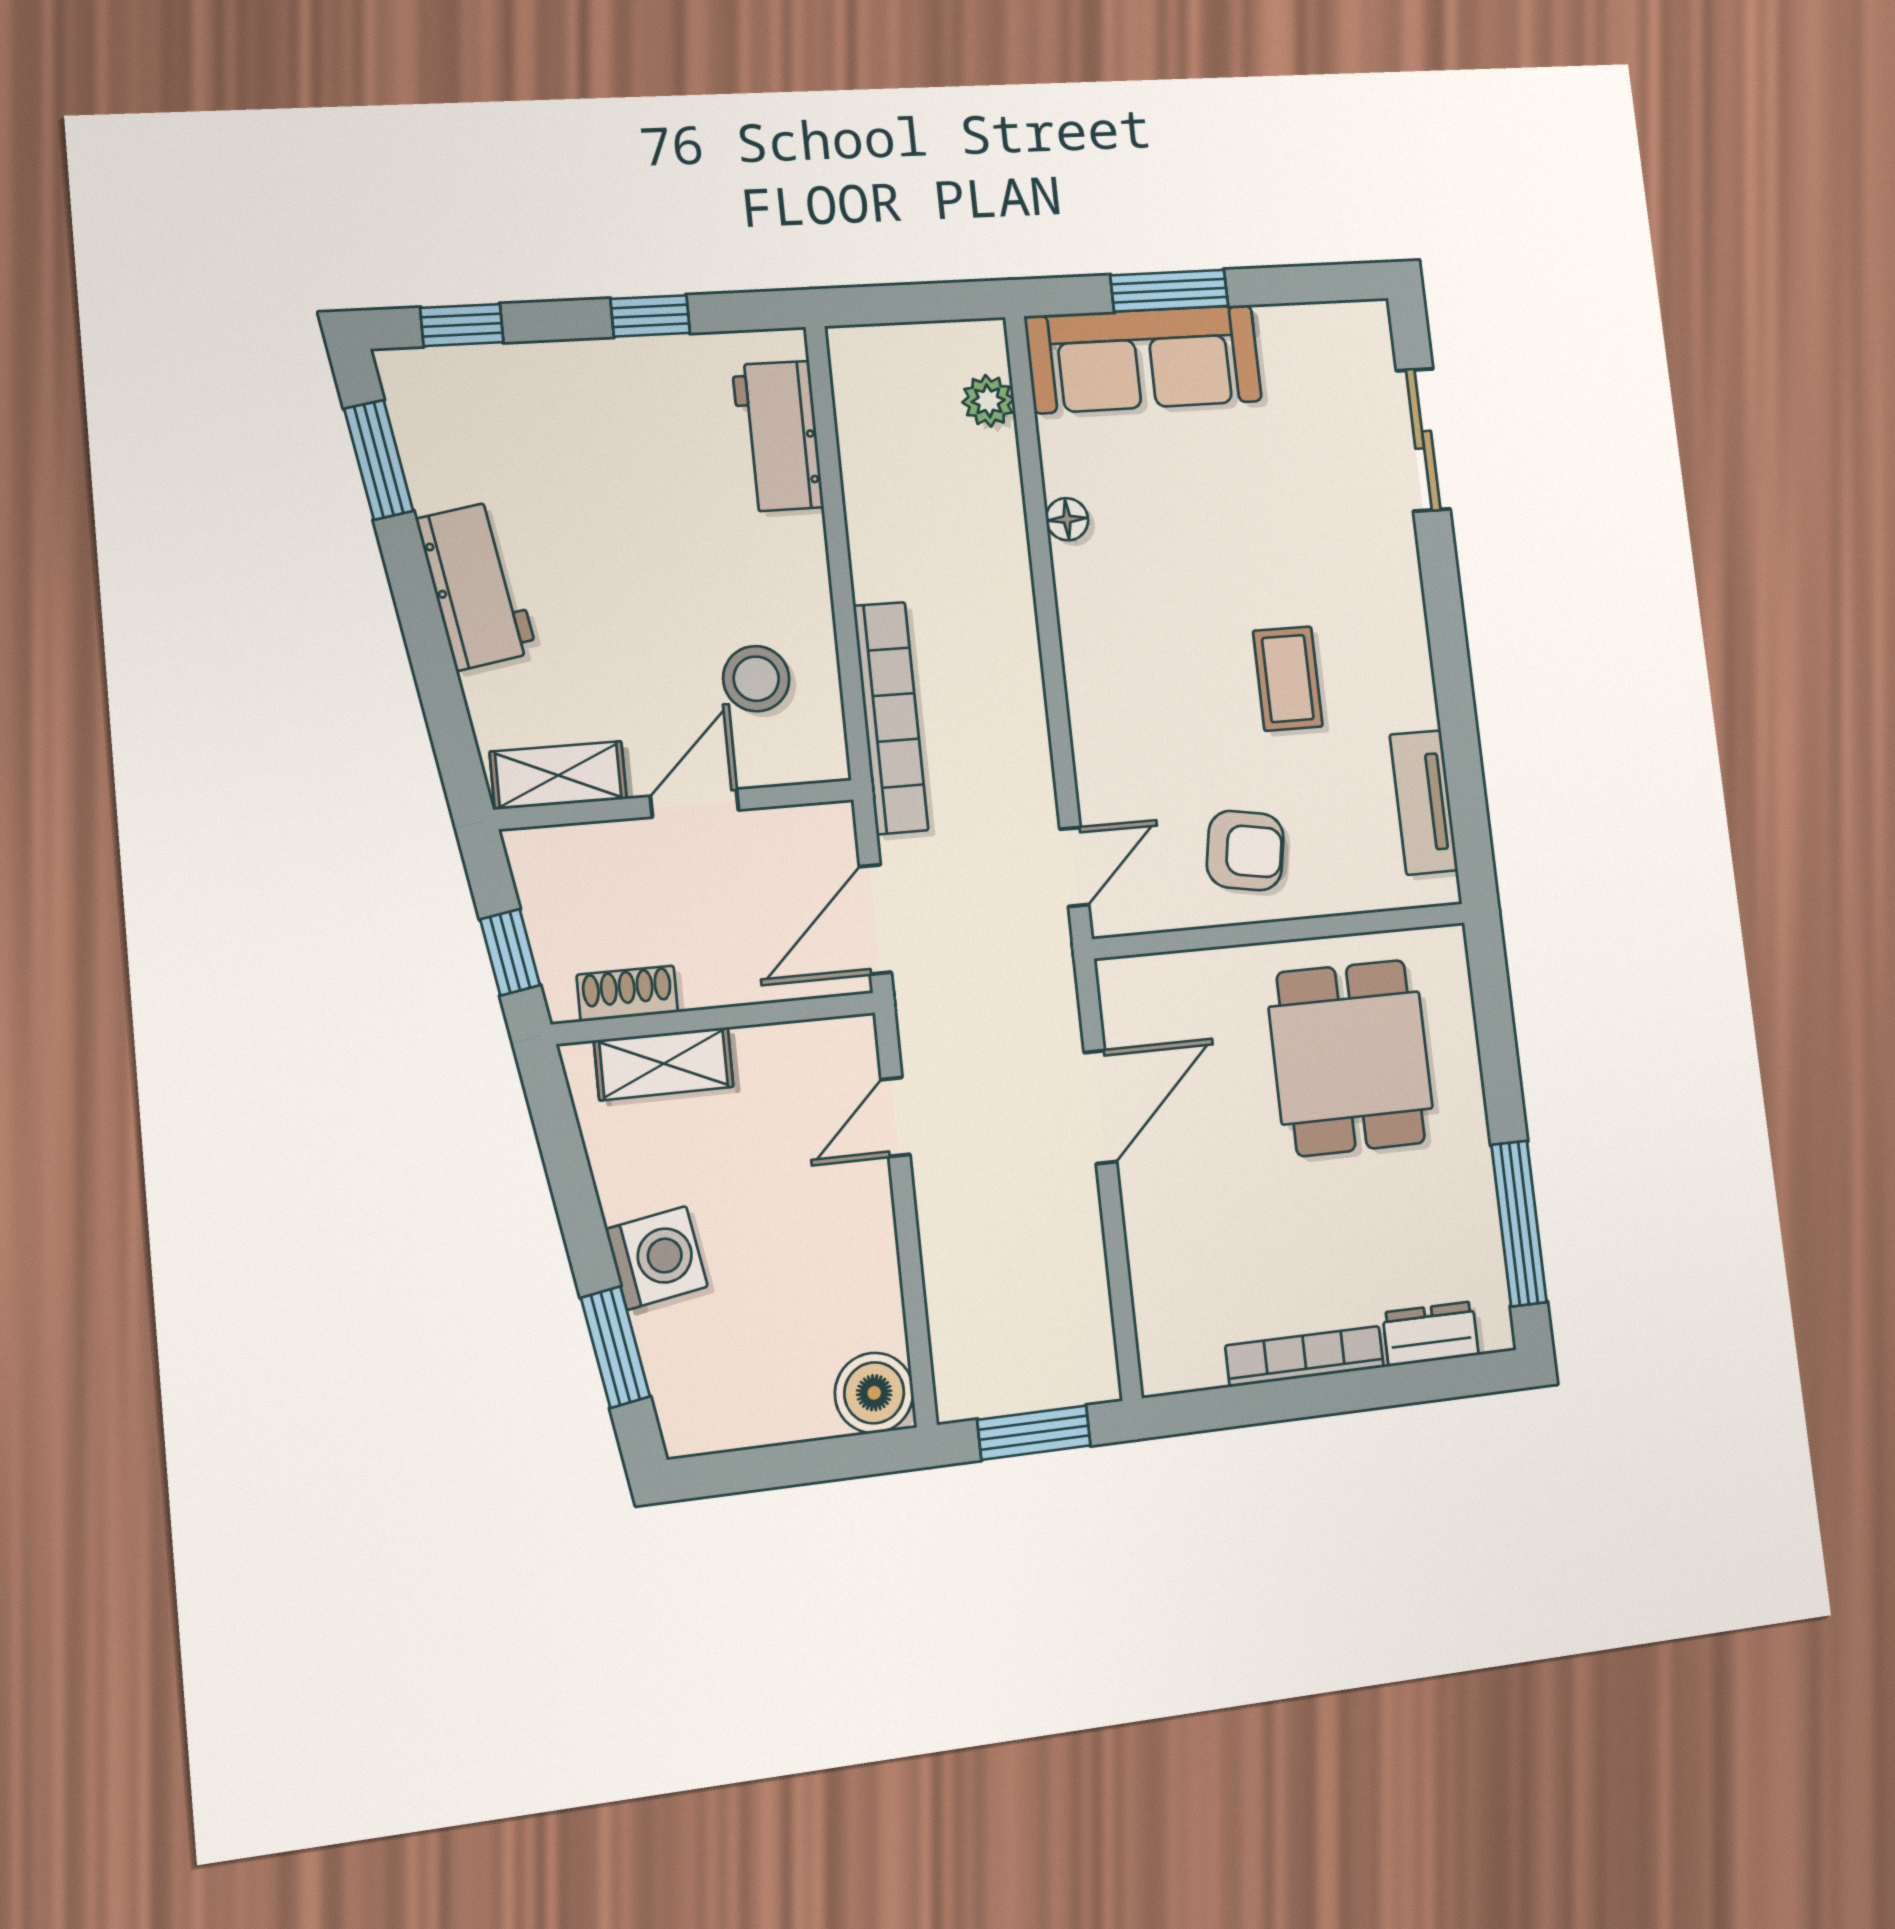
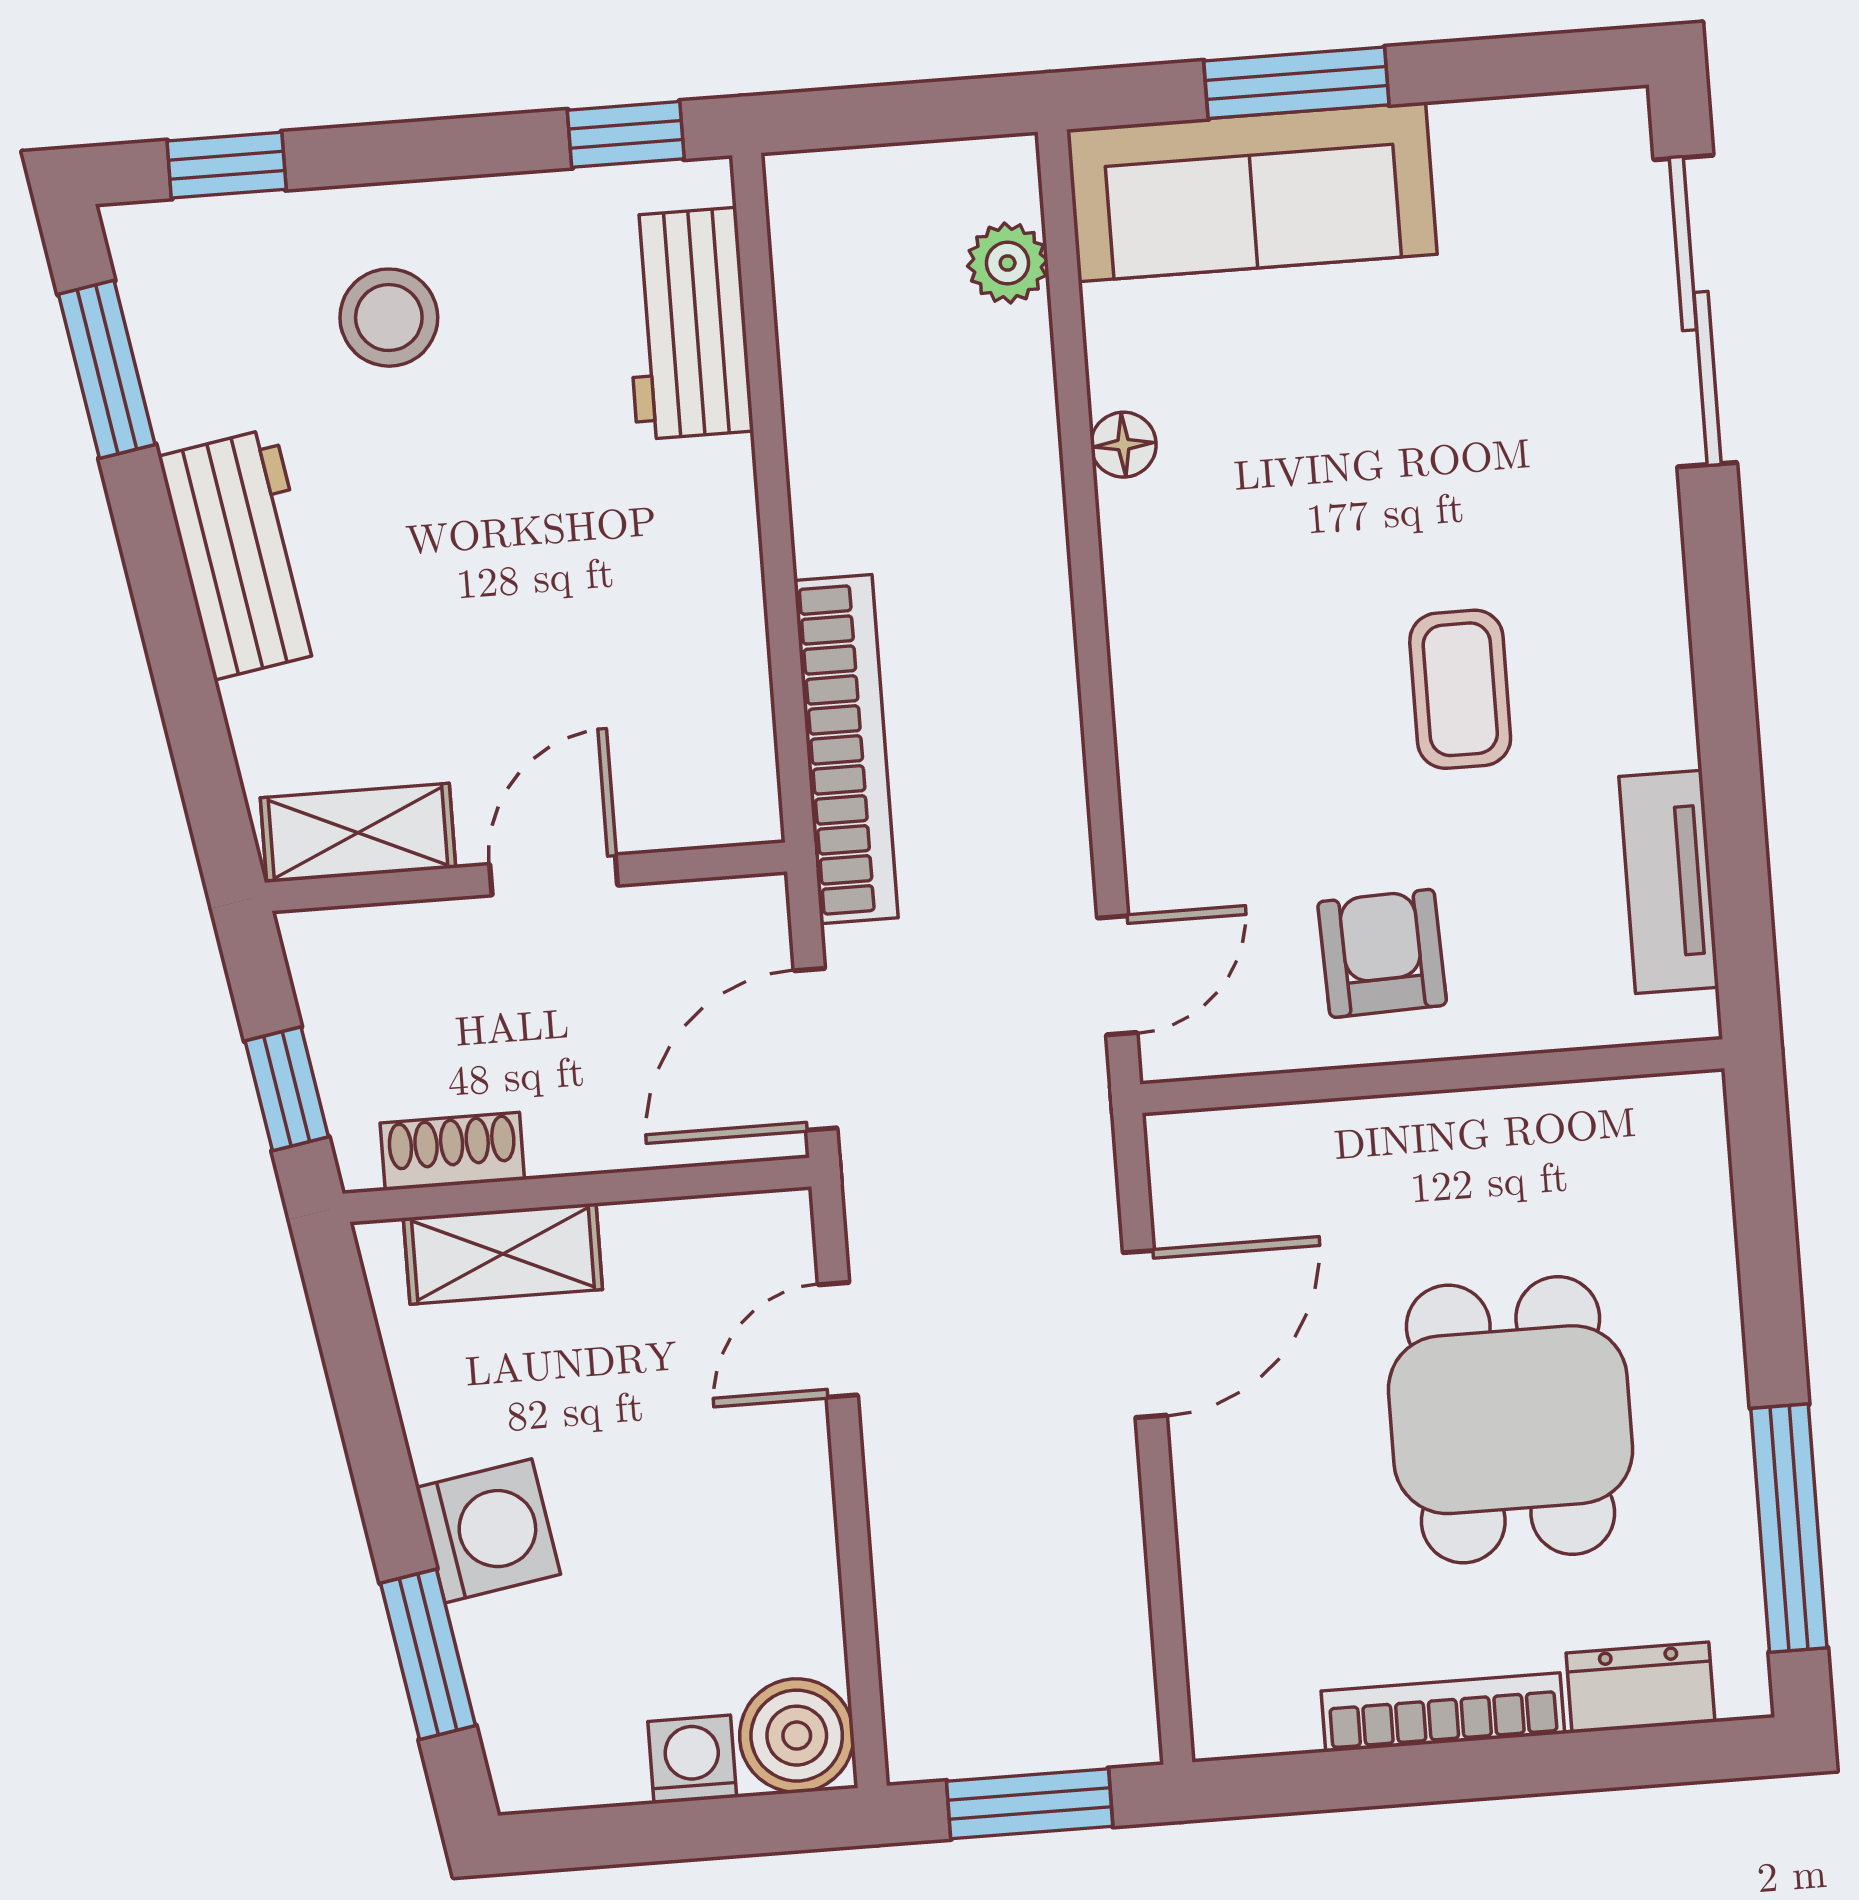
window: (650, 316) -> (626, 134), moved
sliding door: (1423, 440) -> (1695, 311), width x1.37
stool: (756, 679) -> (389, 318), moved
armchair: (1245, 851) -> (1382, 953), turned -102
dining table: (1351, 1058) -> (1510, 1420), moved
washing machine: (802, 1413) -> (692, 1759), added

